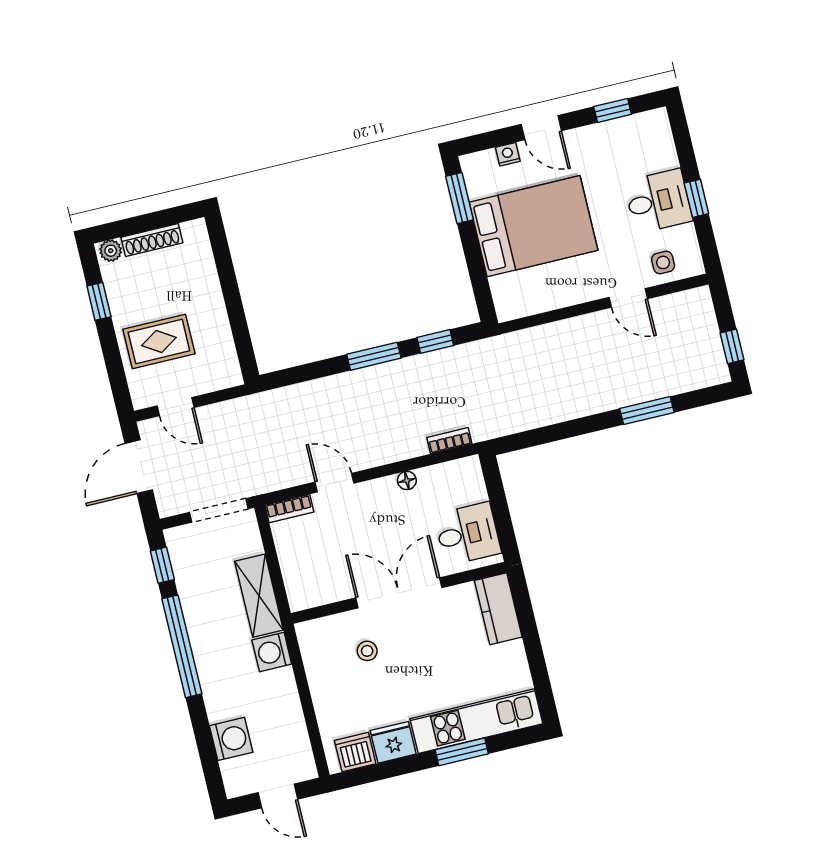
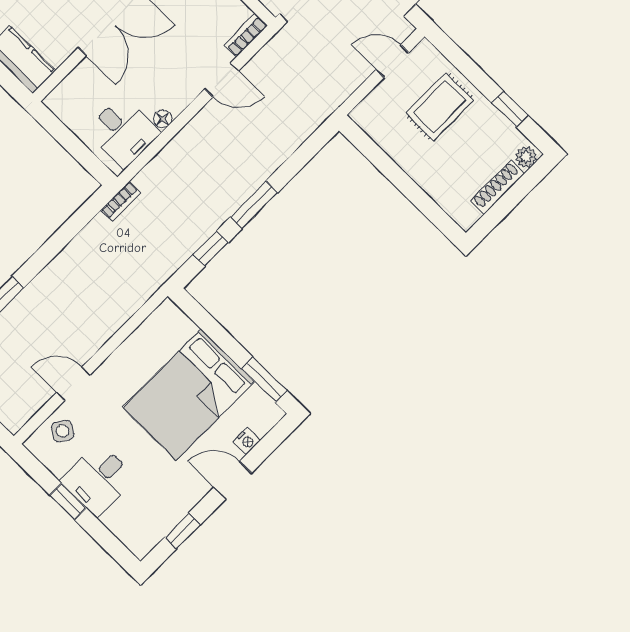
side table: (663, 262) -> (63, 431), turned 33
bookcase: (449, 441) -> (121, 201), moved
desk: (468, 534) -> (123, 132), moved, turned -90

